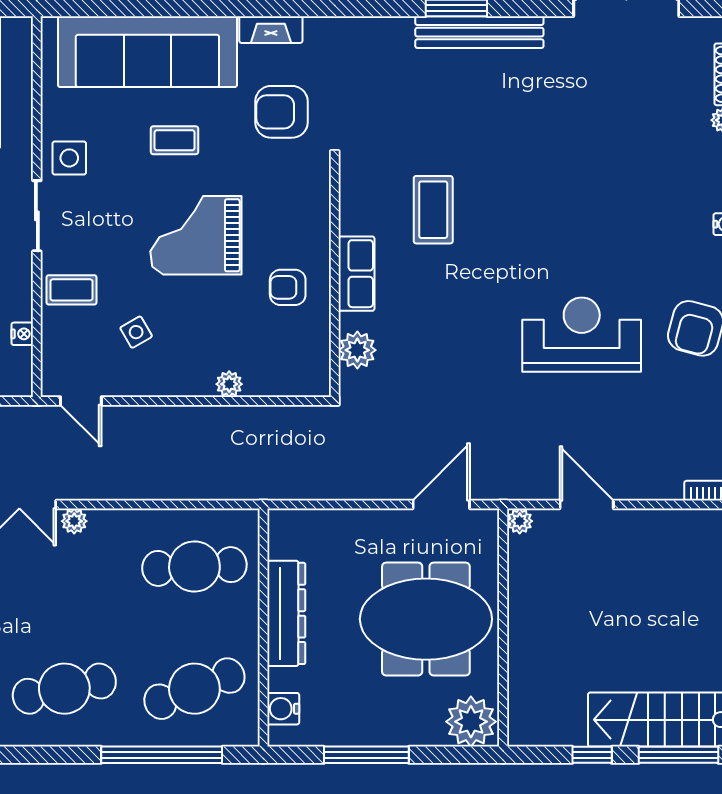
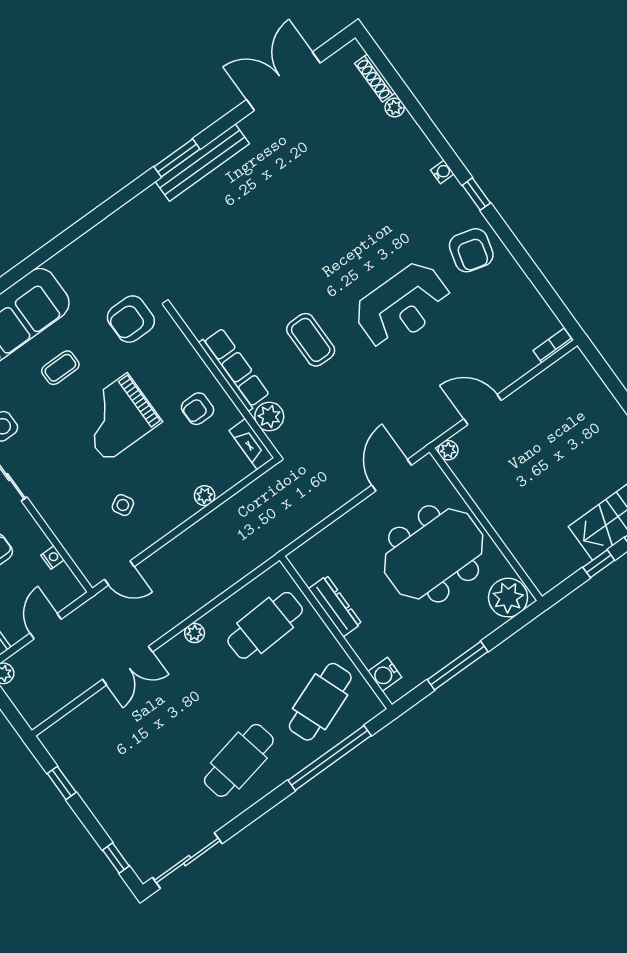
fireplace: (271, 30) -> (251, 444), moved, turned 90
armchair: (281, 112) -> (131, 319), moved
coffee table: (433, 210) -> (311, 340), moved
row of seats: (356, 274) -> (234, 369), width x1.48
coffee table: (72, 290) -> (63, 508), removed
reception desk: (582, 335) -> (403, 306), turned 180
plant: (74, 521) -> (195, 633), moved
dresser: (286, 613) -> (335, 606), width x0.73, depth x0.80

